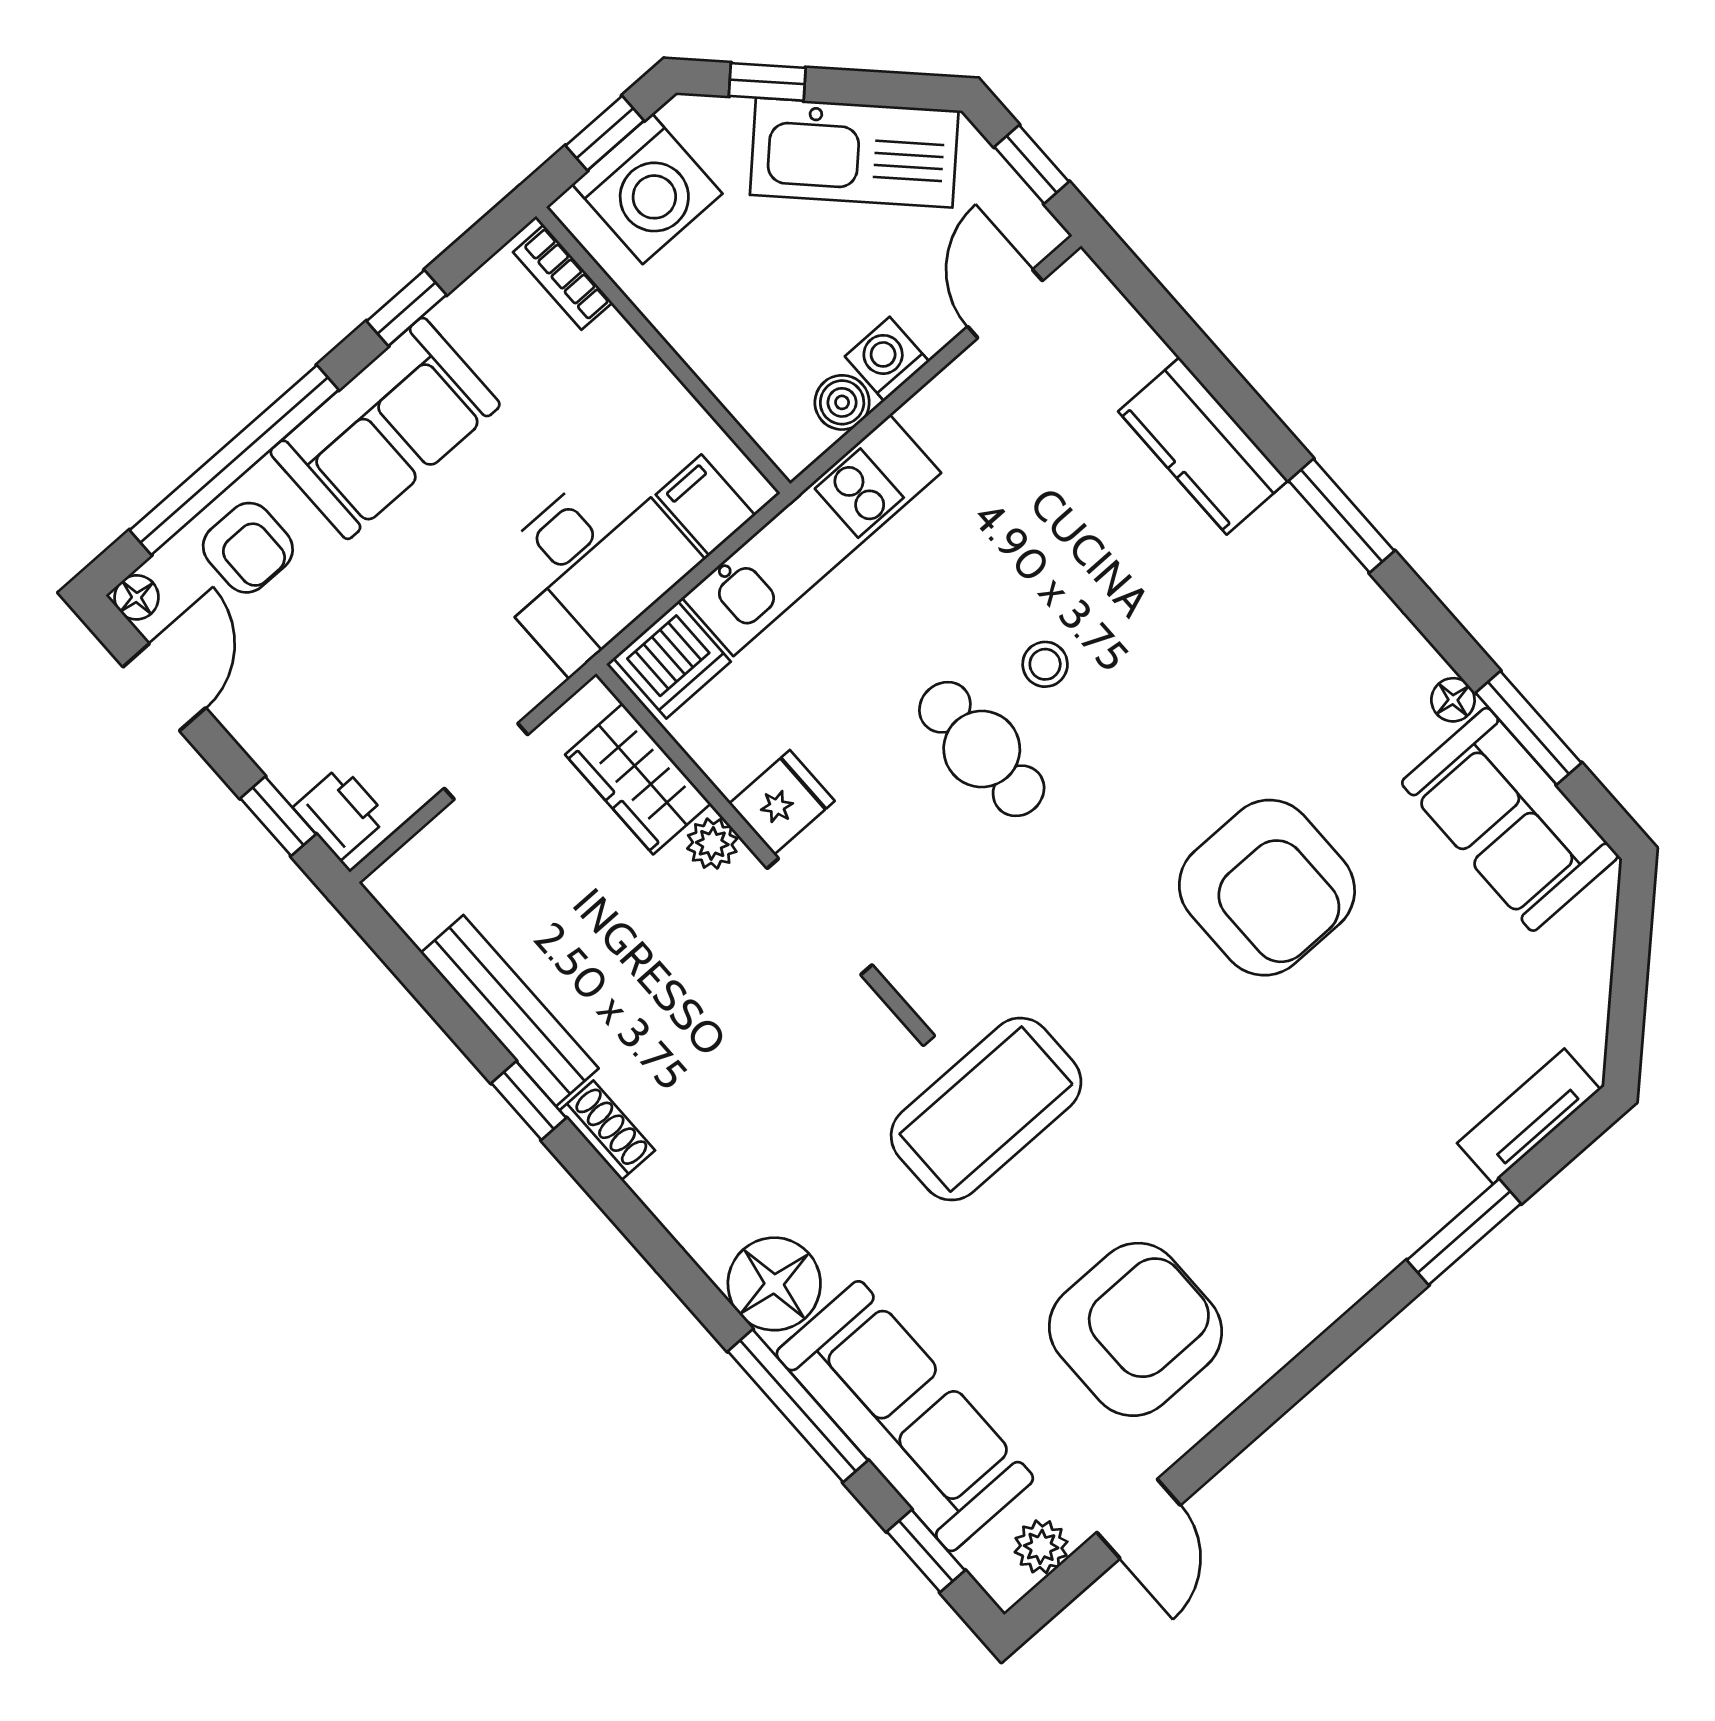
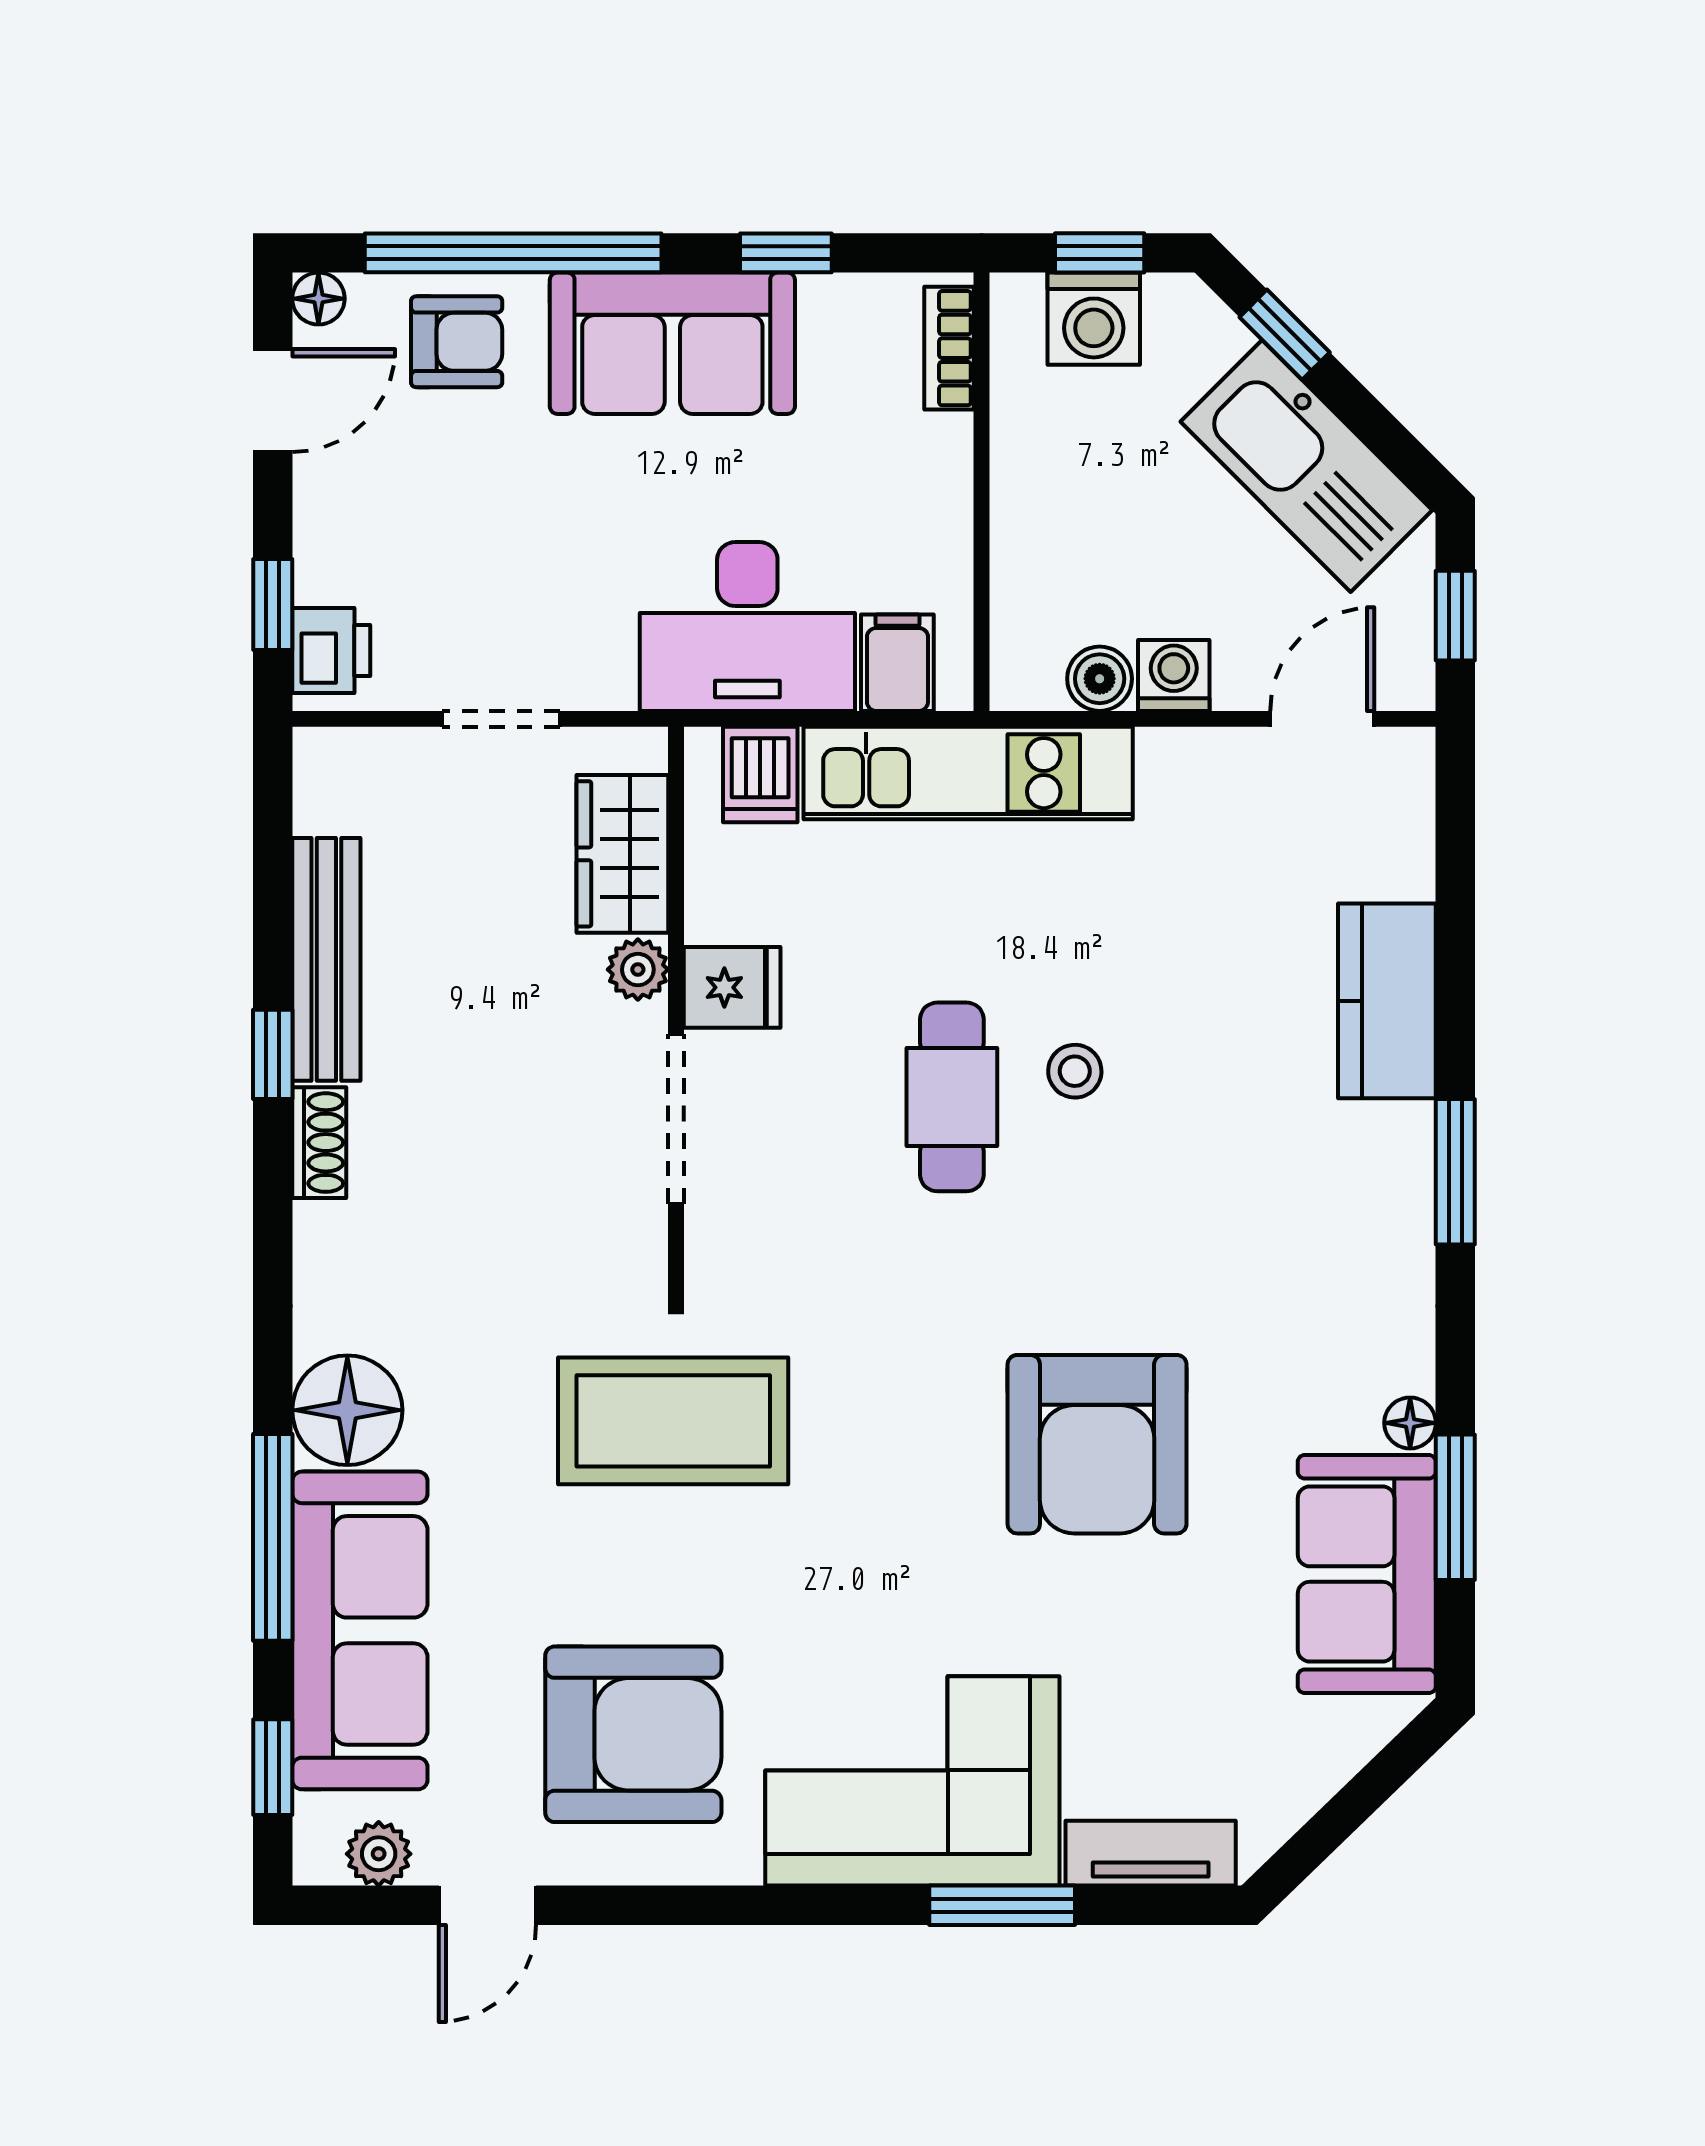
washing machine: (647, 189) -> (1094, 319), width x0.73, depth x0.73
armchair: (248, 548) -> (457, 342), turned -90
dishwasher: (672, 660) -> (760, 775), width x0.73
corner sofa: (1338, 1203) -> (912, 1781), added

